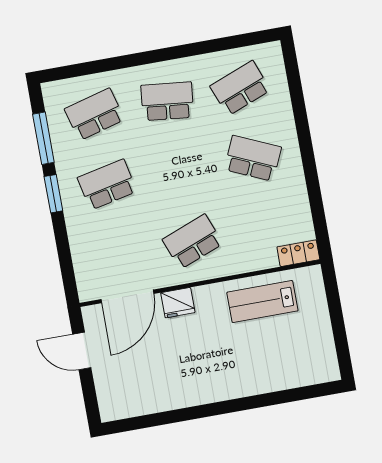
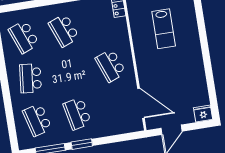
school desk: (253, 158) -> (64, 30), turned -45
lab bench: (262, 302) -> (164, 29), moved
fridge: (178, 303) -> (203, 114), moved, turned -90

